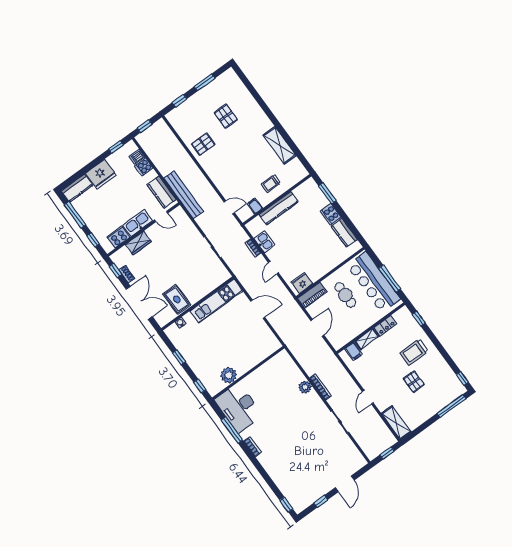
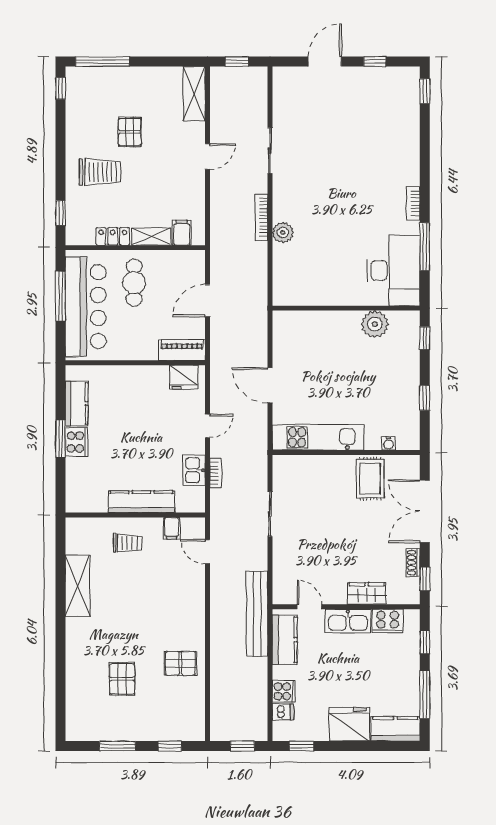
window: (327, 193) -> (60, 439), moved
cafe table: (345, 295) -> (134, 283), moved

